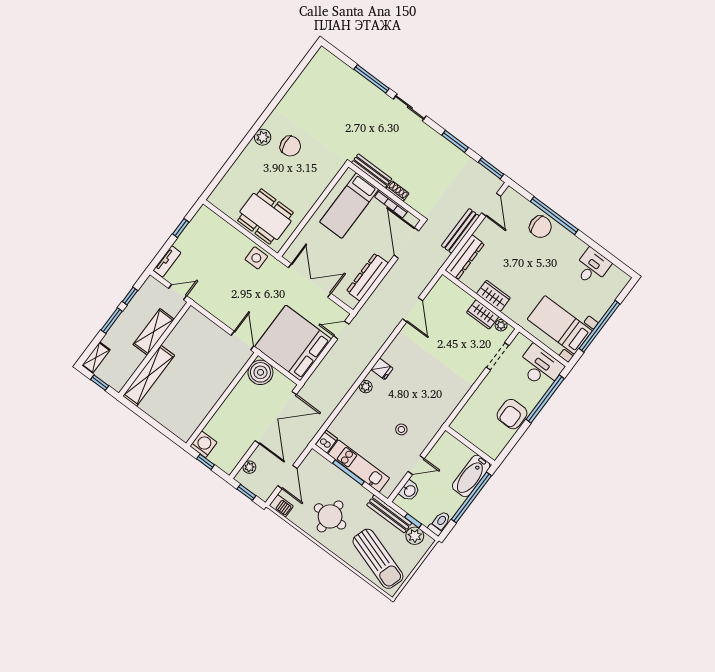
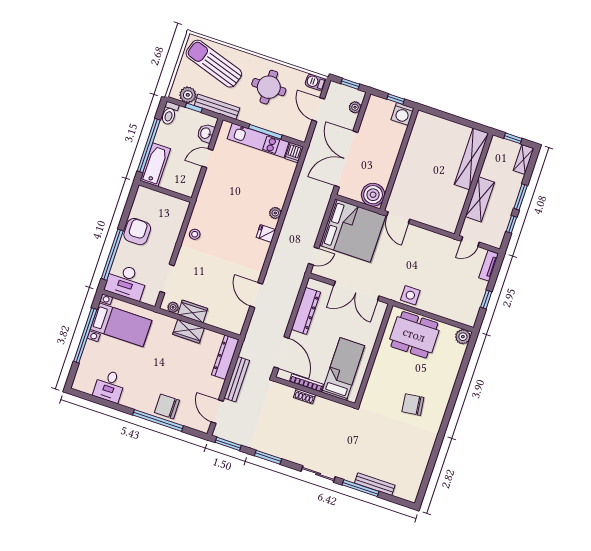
plant: (263, 137) -> (463, 337), moved
bench: (372, 171) -> (375, 484), moved
stool: (401, 429) -> (195, 234), moved

